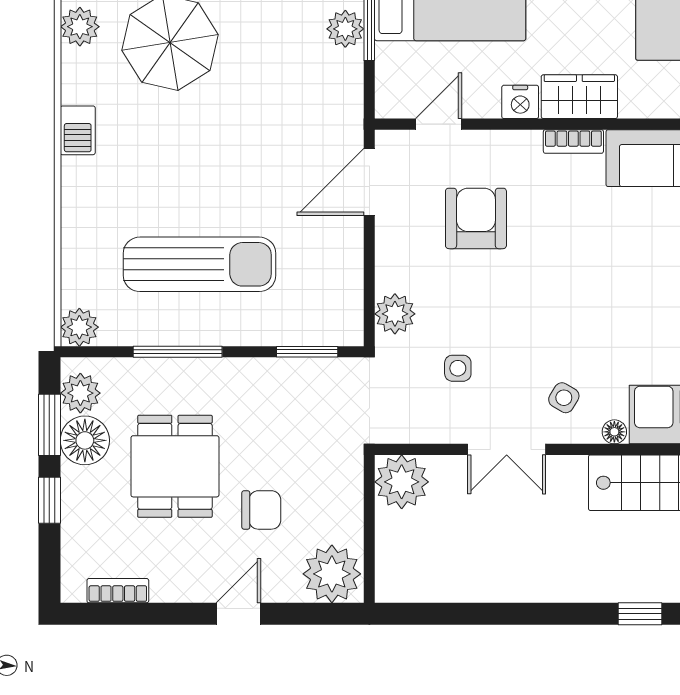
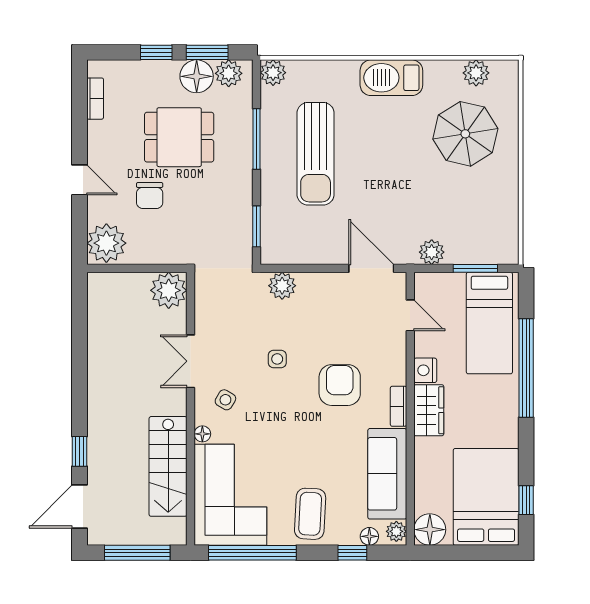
plant: (345, 29) -> (432, 252), moved
barbecue: (78, 130) -> (391, 78), width x1.88, depth x1.53
armchair: (476, 218) -> (340, 385), moved, turned -90
side table: (458, 368) -> (277, 359), moved

